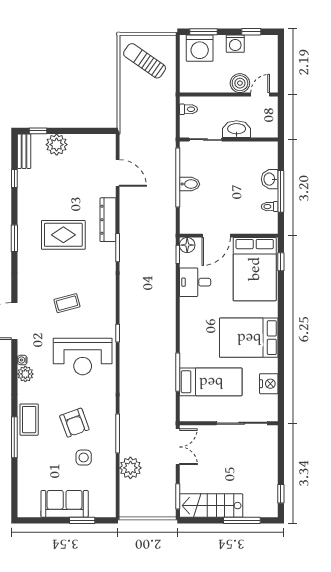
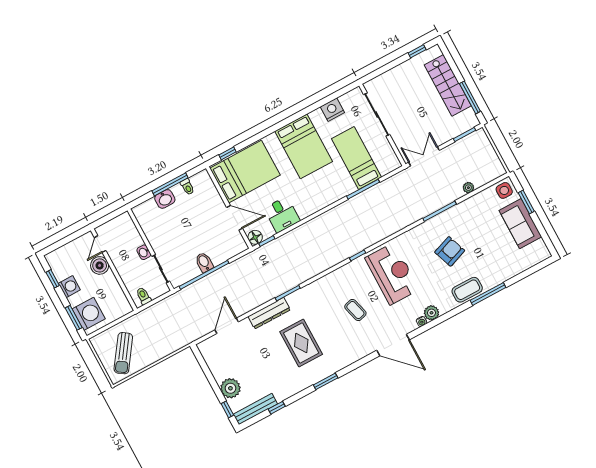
door: (260, 94) -> (100, 244), hinge flipped
washbasin: (237, 129) -> (144, 252), width x0.52, depth x0.69
bench: (24, 151) -> (255, 409), width x1.36
side table: (84, 458) -> (504, 190), moved
plant: (130, 468) -> (468, 188), width x0.53, depth x0.53
stairs: (211, 506) -> (448, 85), moved
window: (242, 520) -> (470, 97), moved

